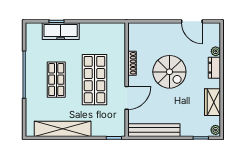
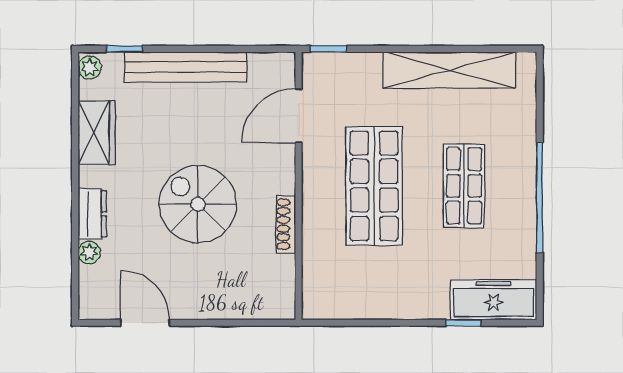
freezer: (61, 31) -> (493, 300), moved
door: (127, 98) -> (298, 116), moved
bench: (154, 130) -> (186, 67), moved

